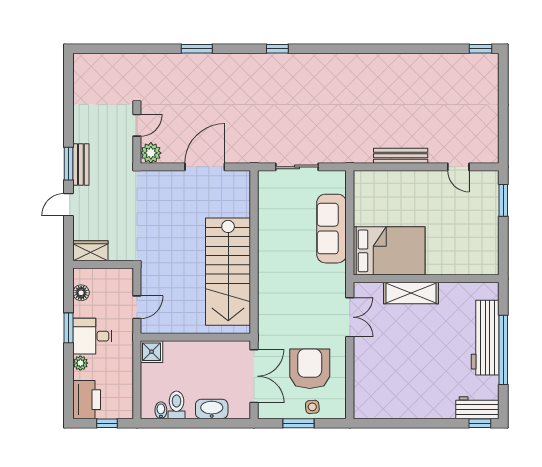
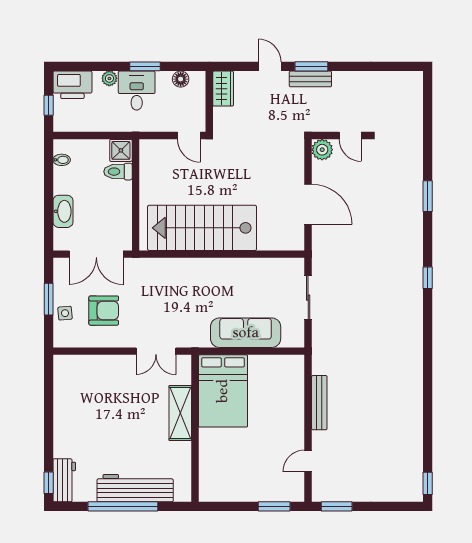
window: (503, 139) -> (337, 506), added
door: (137, 307) -> (189, 136), moved
armchair: (310, 369) -> (104, 311), width x0.73, depth x0.73
toilet: (177, 405) -> (118, 172), moved, turned 180

